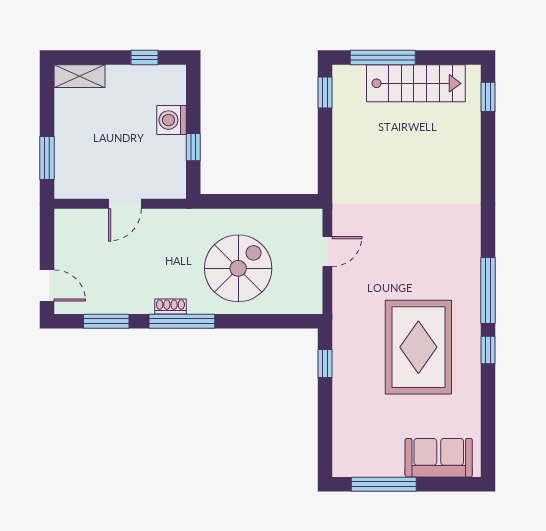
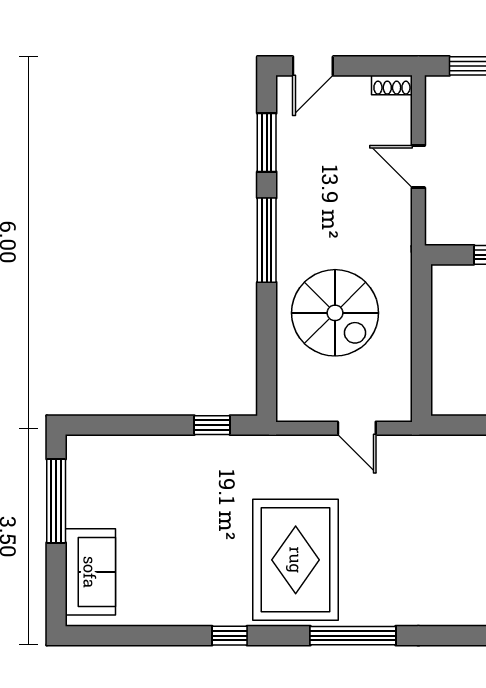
window: (488, 291) -> (353, 636), moved
shoe rack: (170, 306) -> (392, 85), moved, turned 90
rug: (418, 347) -> (296, 560), moved, turned 90

